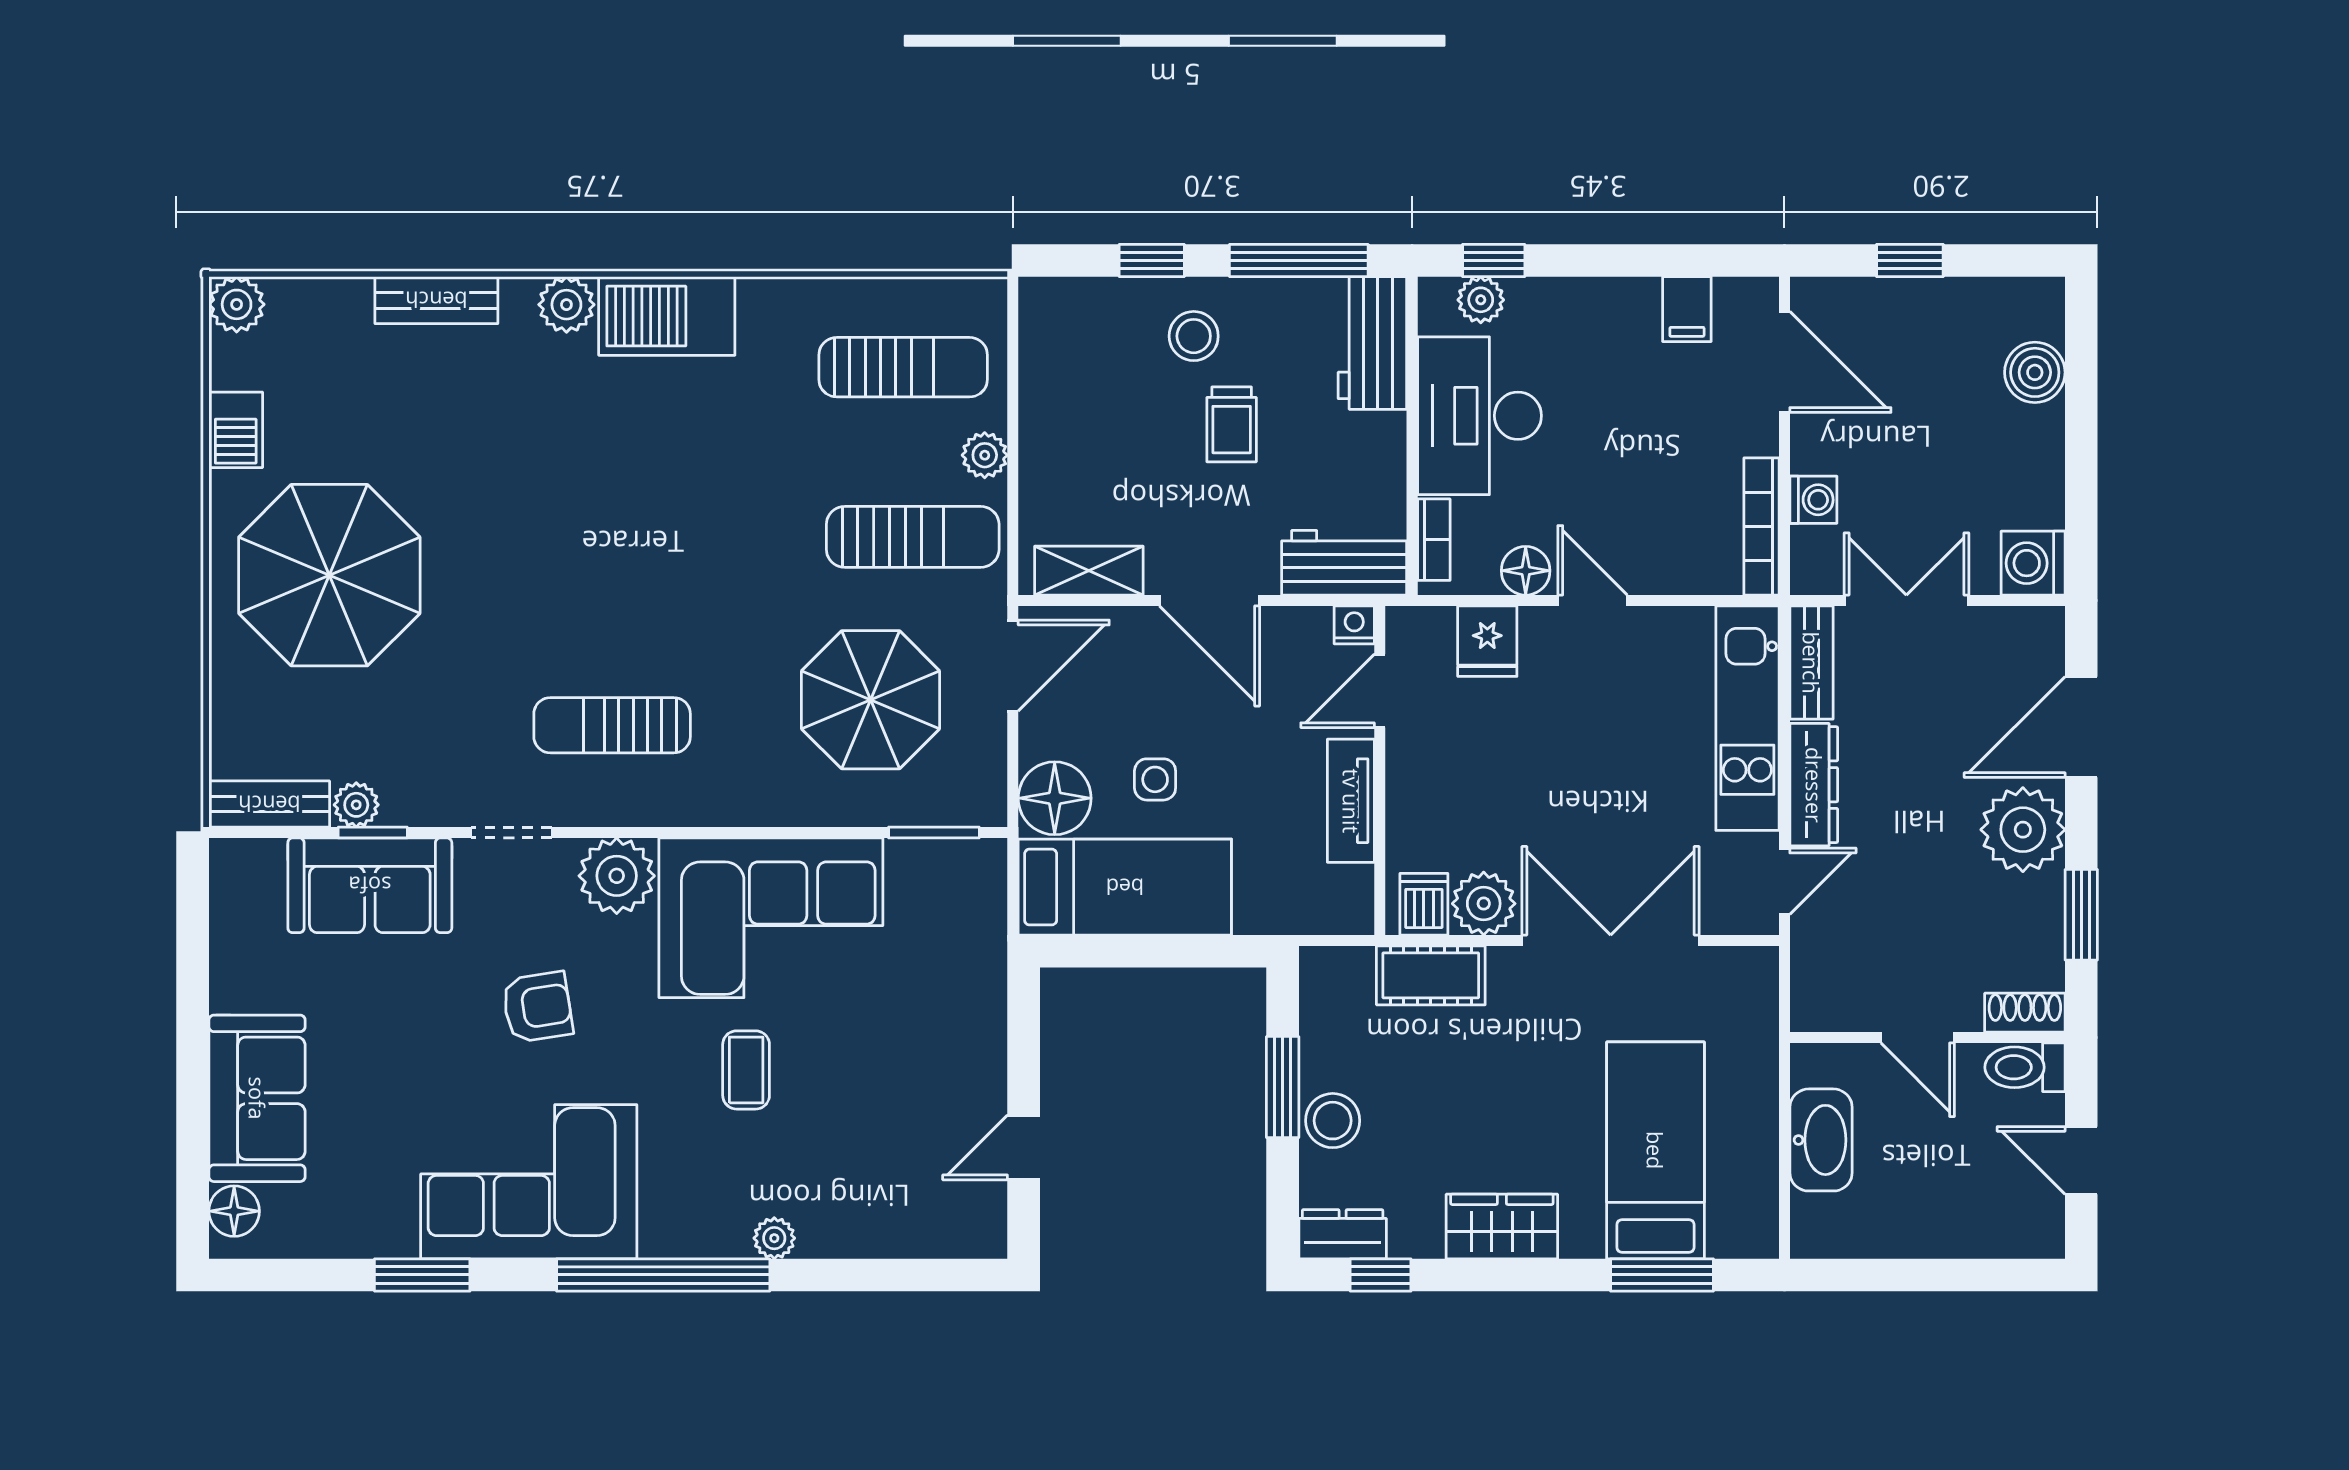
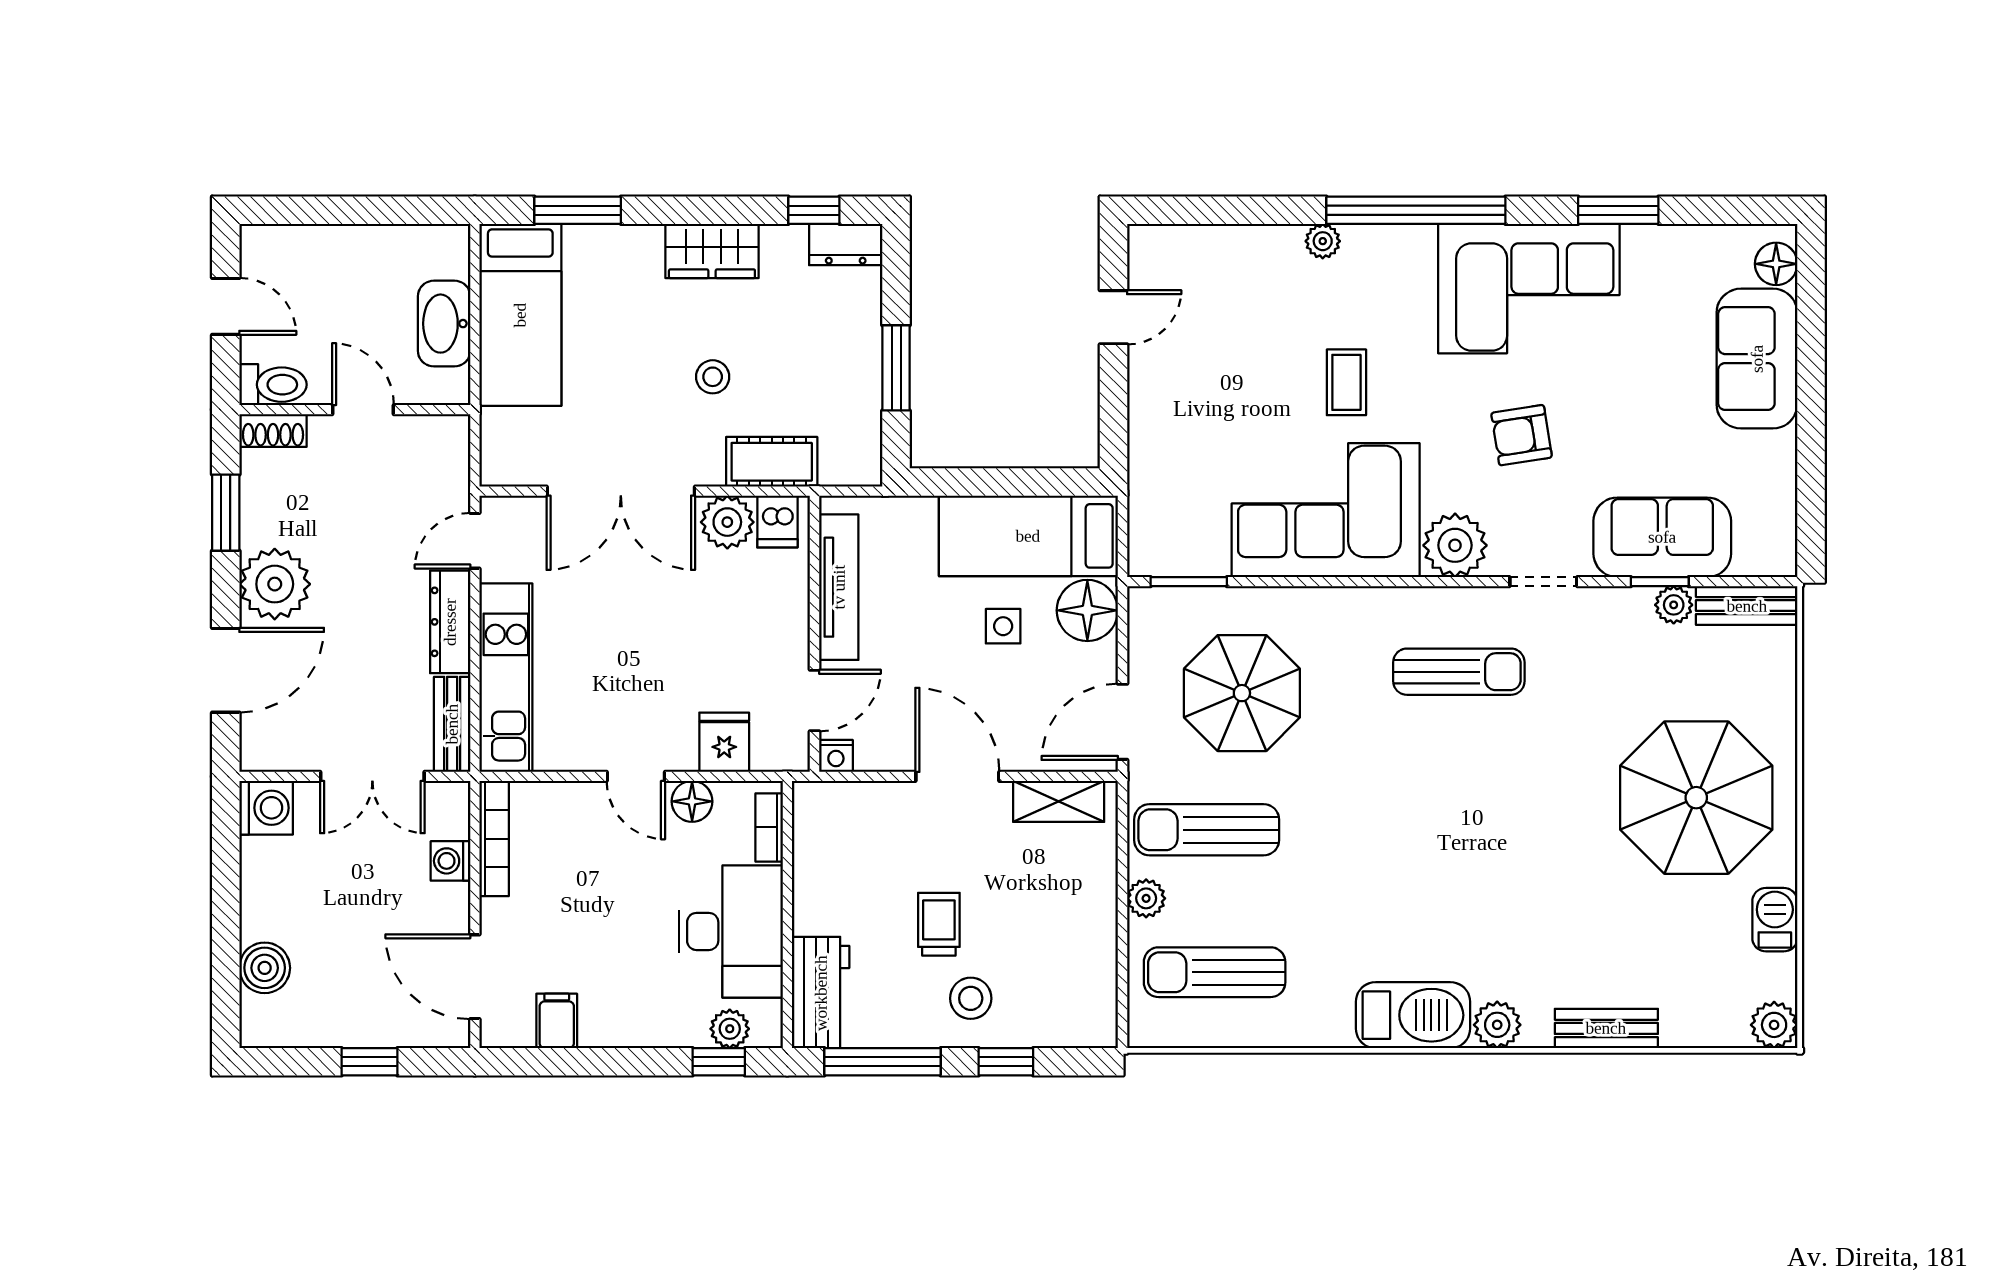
workbench: (1344, 563) -> (844, 808), removed
tv unit: (1351, 801) -> (839, 587), width x1.41
stool: (1333, 1121) -> (713, 377), moved, width x0.73, depth x0.73
bed: (1655, 1150) -> (520, 315), moved

